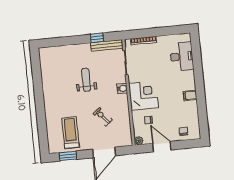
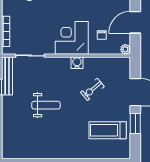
weight bench: (86, 80) -> (46, 105), turned 180
water cooler: (122, 88) -> (77, 63), moved
window: (68, 156) -> (135, 123), moved

